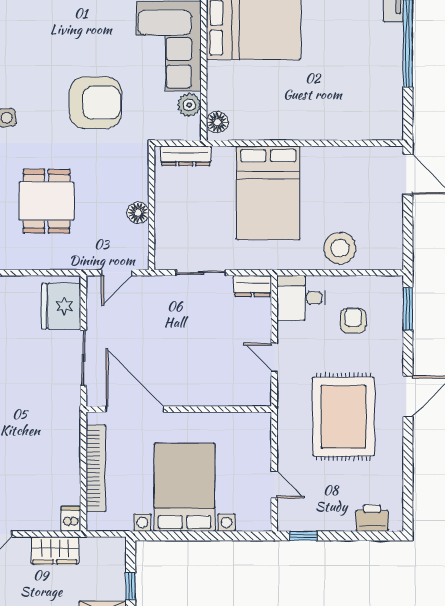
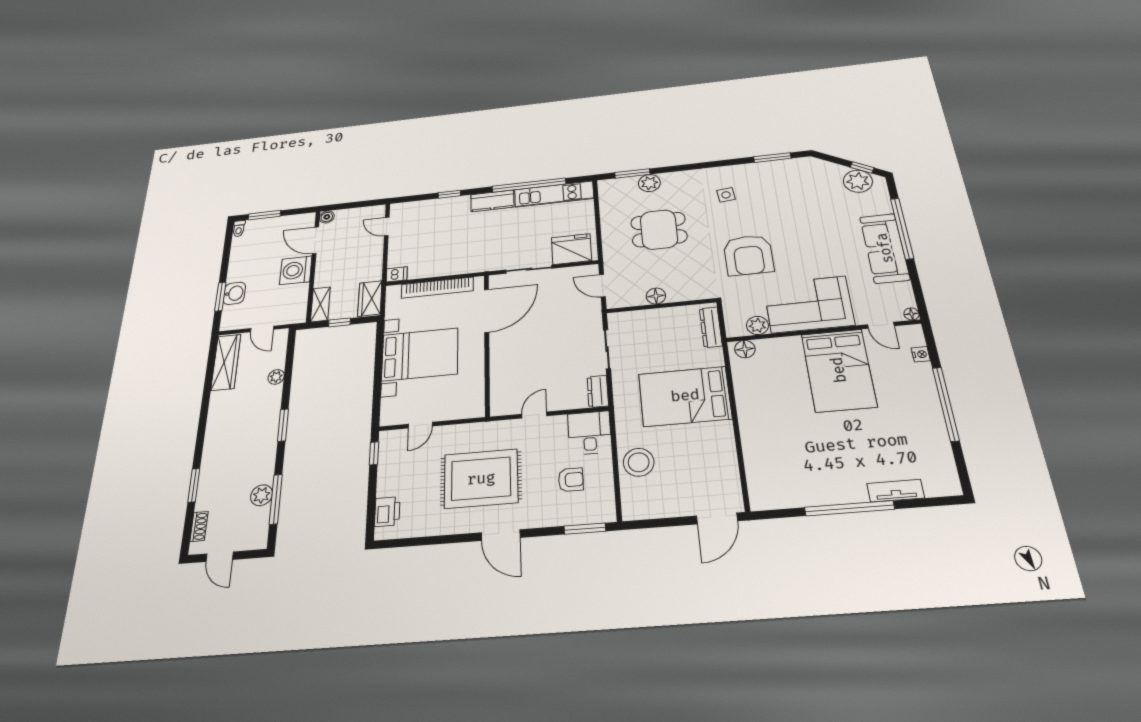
wardrobe: (55, 550) -> (370, 298), moved

